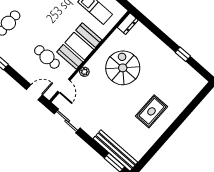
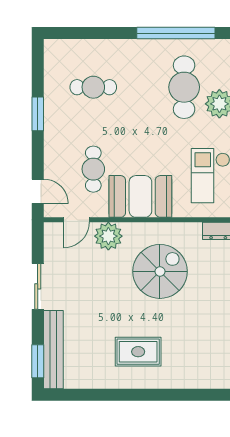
plant: (84, 72) -> (108, 236), width x1.88, depth x1.88
sliding door: (67, 121) -> (38, 286), moved

